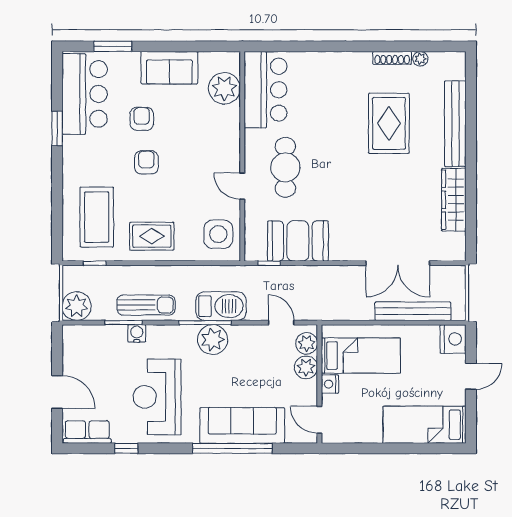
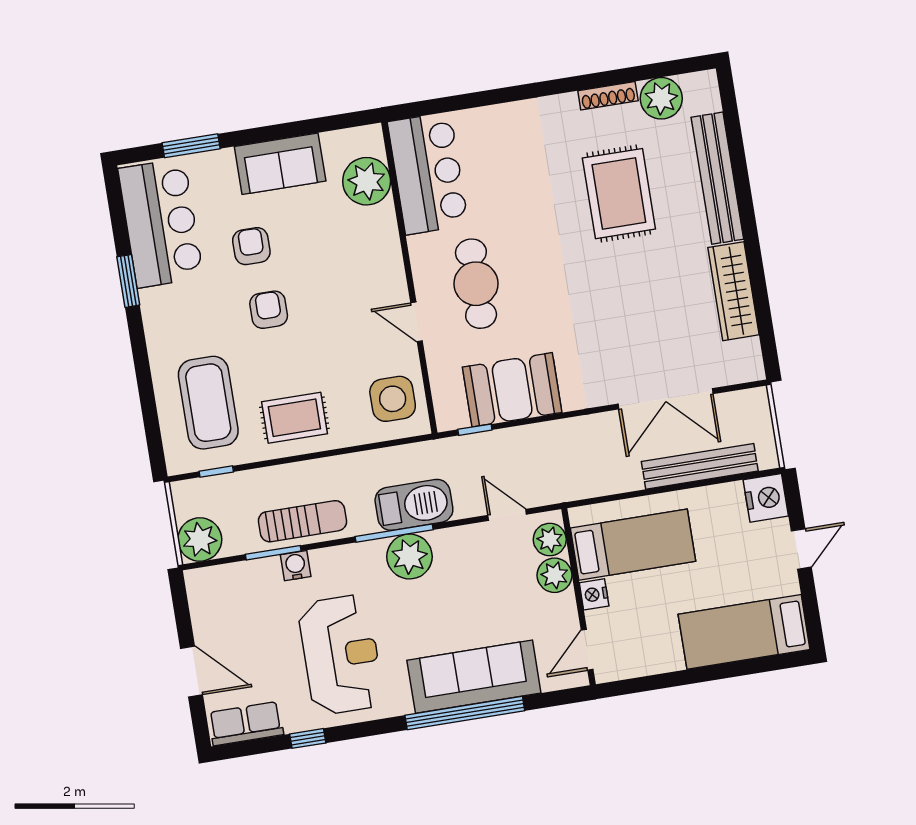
plant: (420, 59) -> (661, 98), width x1.87, depth x1.87
reception desk: (157, 397) -> (341, 655), turned 180
door: (319, 420) -> (587, 650), hinge flipped

